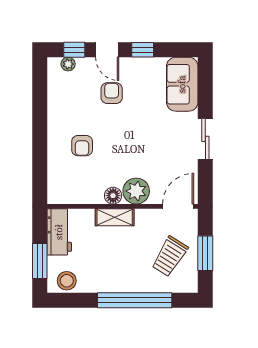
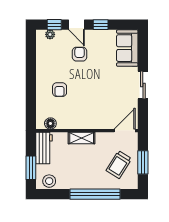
plant: (136, 191) -> (96, 120), removed
floor lamp: (113, 196) -> (50, 123), moved

